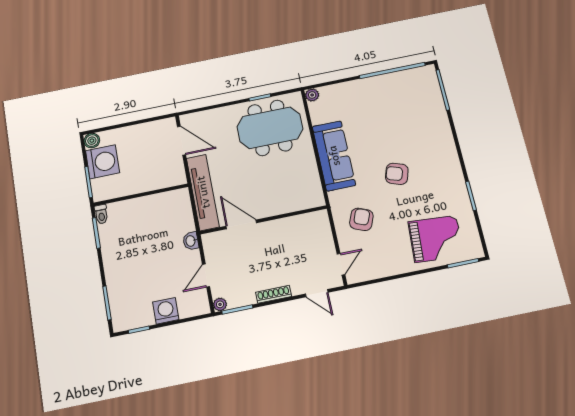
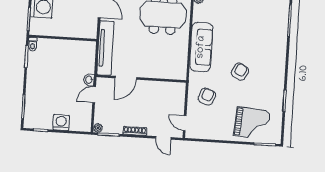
armchair: (397, 174) -> (240, 72), turned 100
door: (241, 224) -> (126, 78), swing flipped
door: (341, 264) -> (185, 123), swing flipped
door: (206, 275) -> (94, 95), moved

